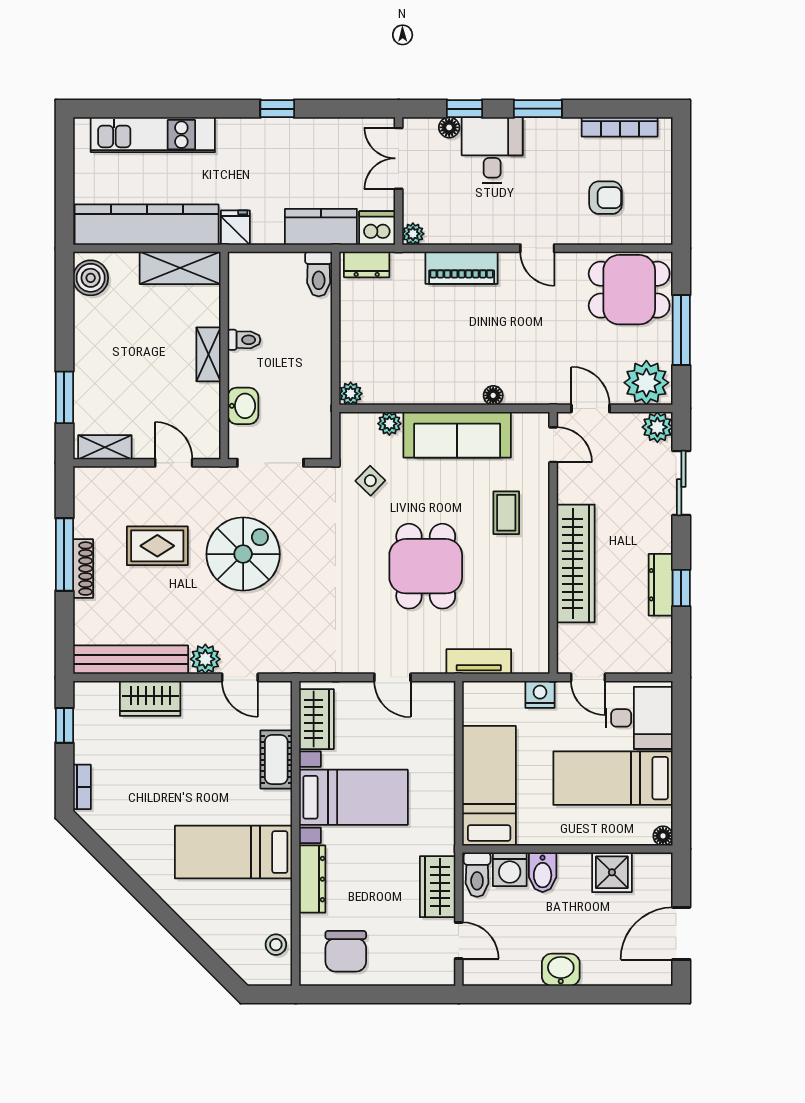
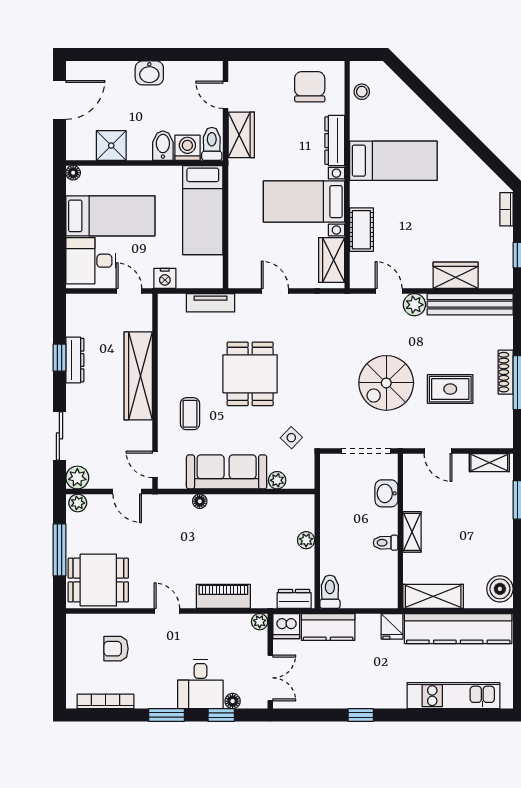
plant: (646, 383) -> (78, 503), width x0.53, depth x0.53
plant: (351, 394) -> (306, 540), moved

